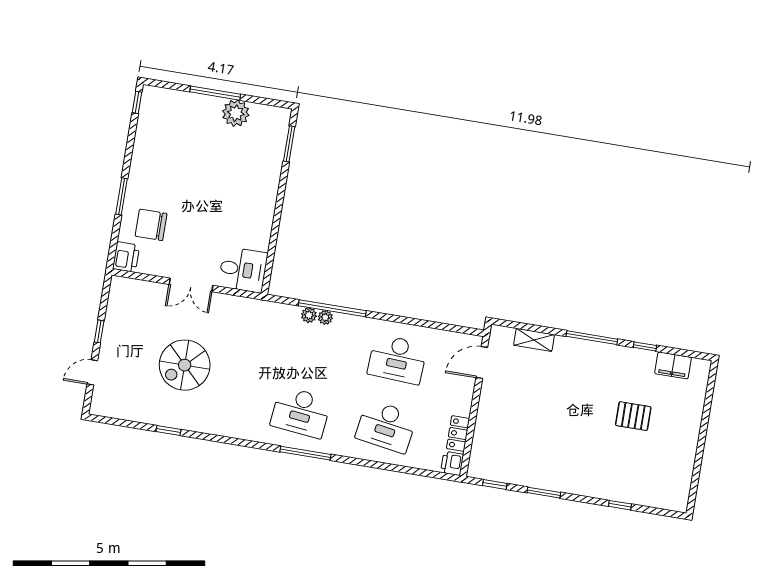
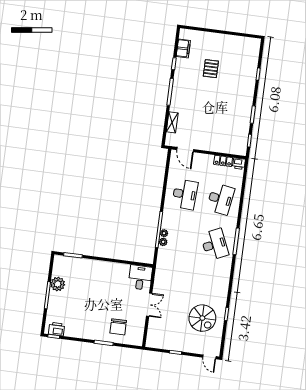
printer: (126, 257) -> (57, 329), moved
spiral stairs: (185, 365) -> (202, 318), moved
door: (92, 372) -> (209, 357), moved
desk: (301, 412) -> (215, 244), turned -30

